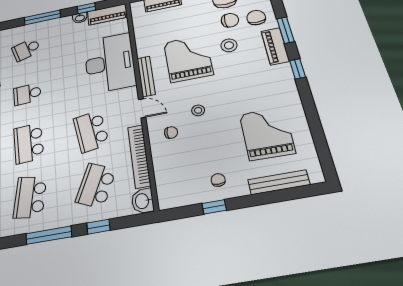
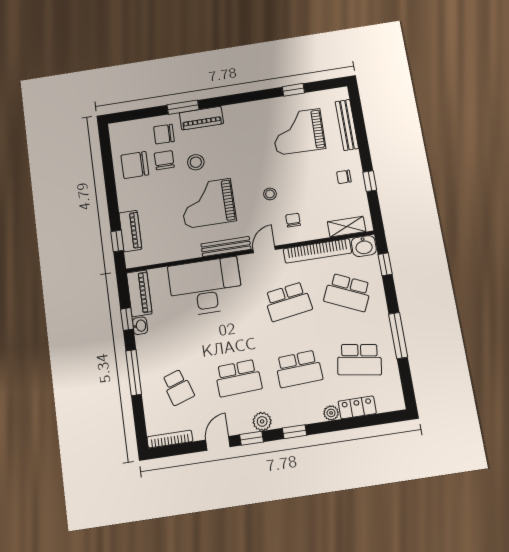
window: (297, 69) -> (293, 90), moved
school desk: (27, 94) -> (238, 378), width x1.85
shelving: (164, 184) -> (347, 227), added
window: (98, 227) -> (385, 264), moved

